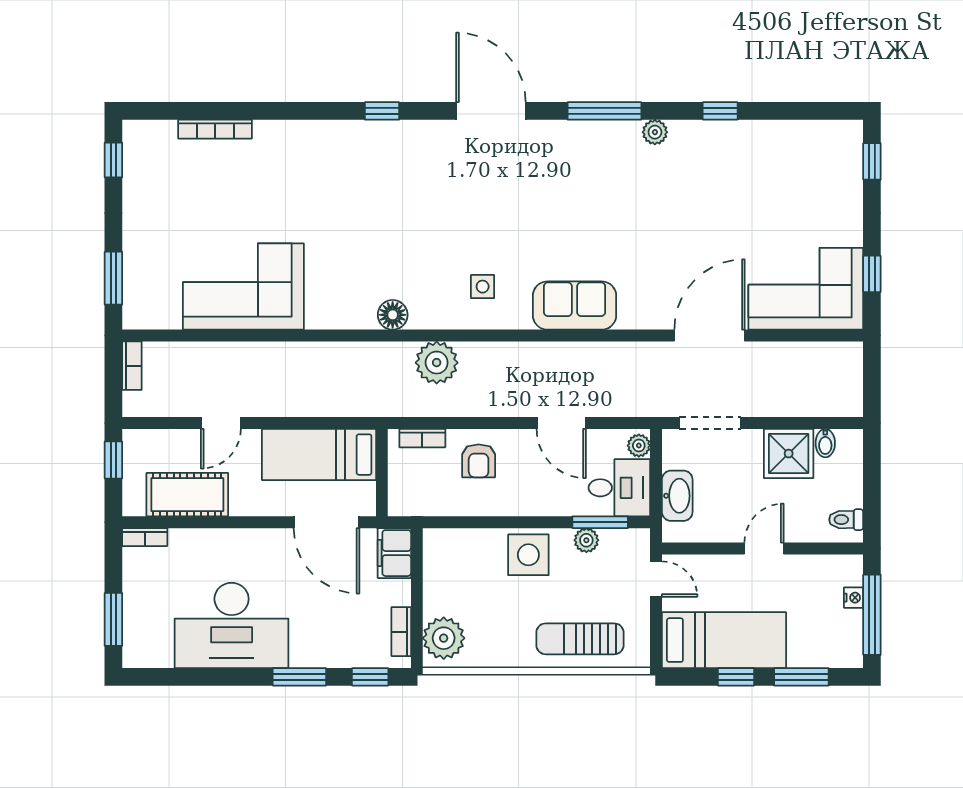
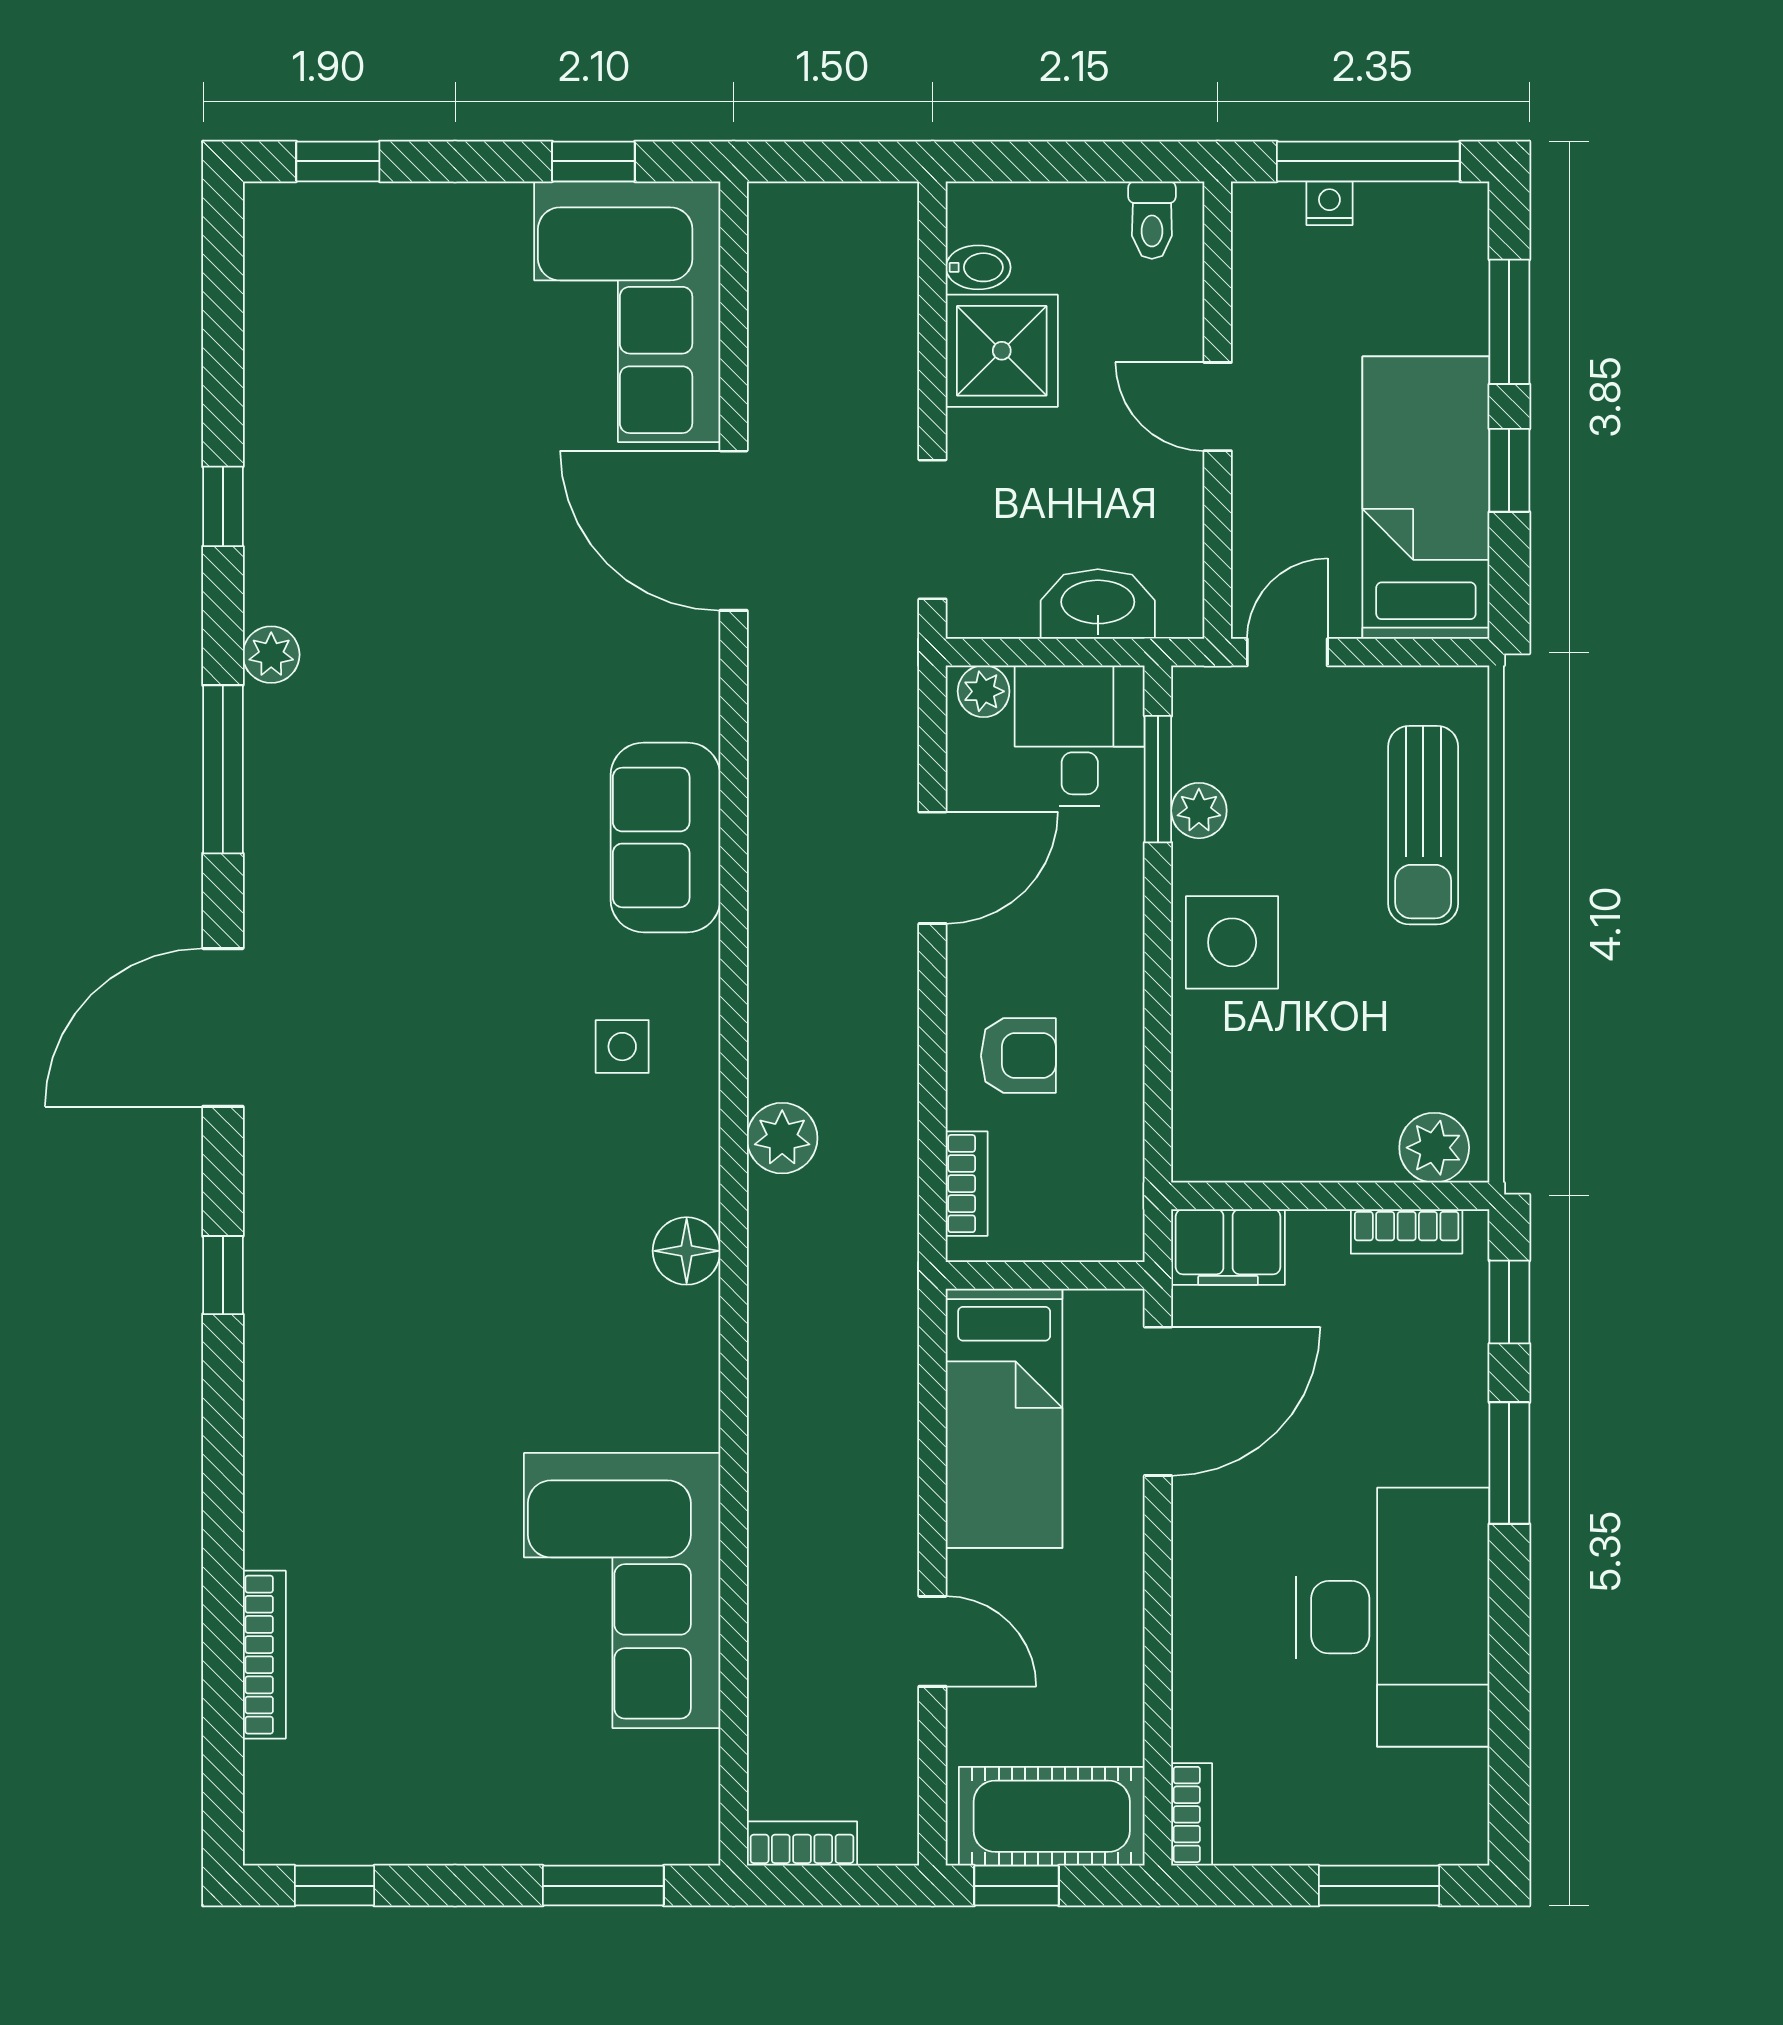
plant: (437, 363) -> (782, 1138), width x0.73, depth x0.73
cot: (187, 495) -> (1052, 1816), moved, turned 90
plant: (444, 638) -> (1434, 1148), width x0.73, depth x0.73

